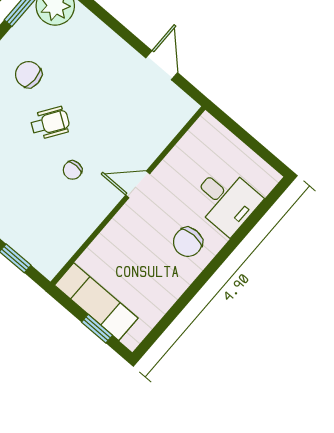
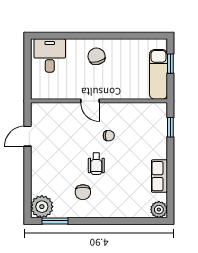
wheelchair: (50, 123) -> (96, 164), turned -124
desk: (226, 200) -> (50, 55), moved
chair: (188, 242) -> (97, 56), turned -105

